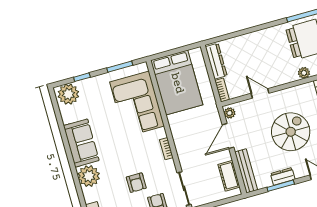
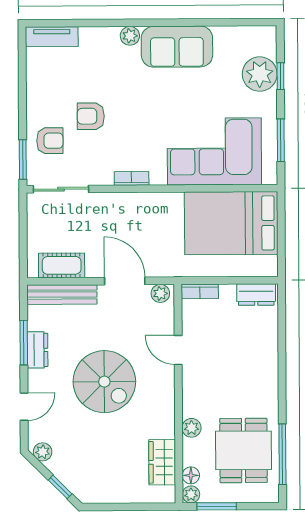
dresser: (216, 61) -> (256, 295), width x0.70
door: (260, 93) -> (178, 350), swing flipped
plant: (68, 94) -> (260, 74), moved
plant: (89, 176) -> (130, 36), width x0.53, depth x0.53

